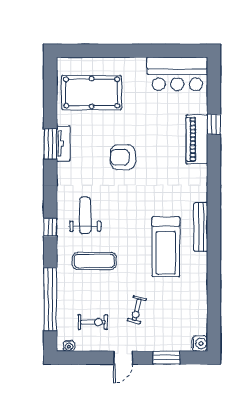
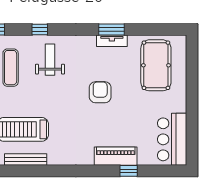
weight bench: (85, 215) -> (50, 60), turned -90
bench: (201, 227) -> (26, 160), moved

